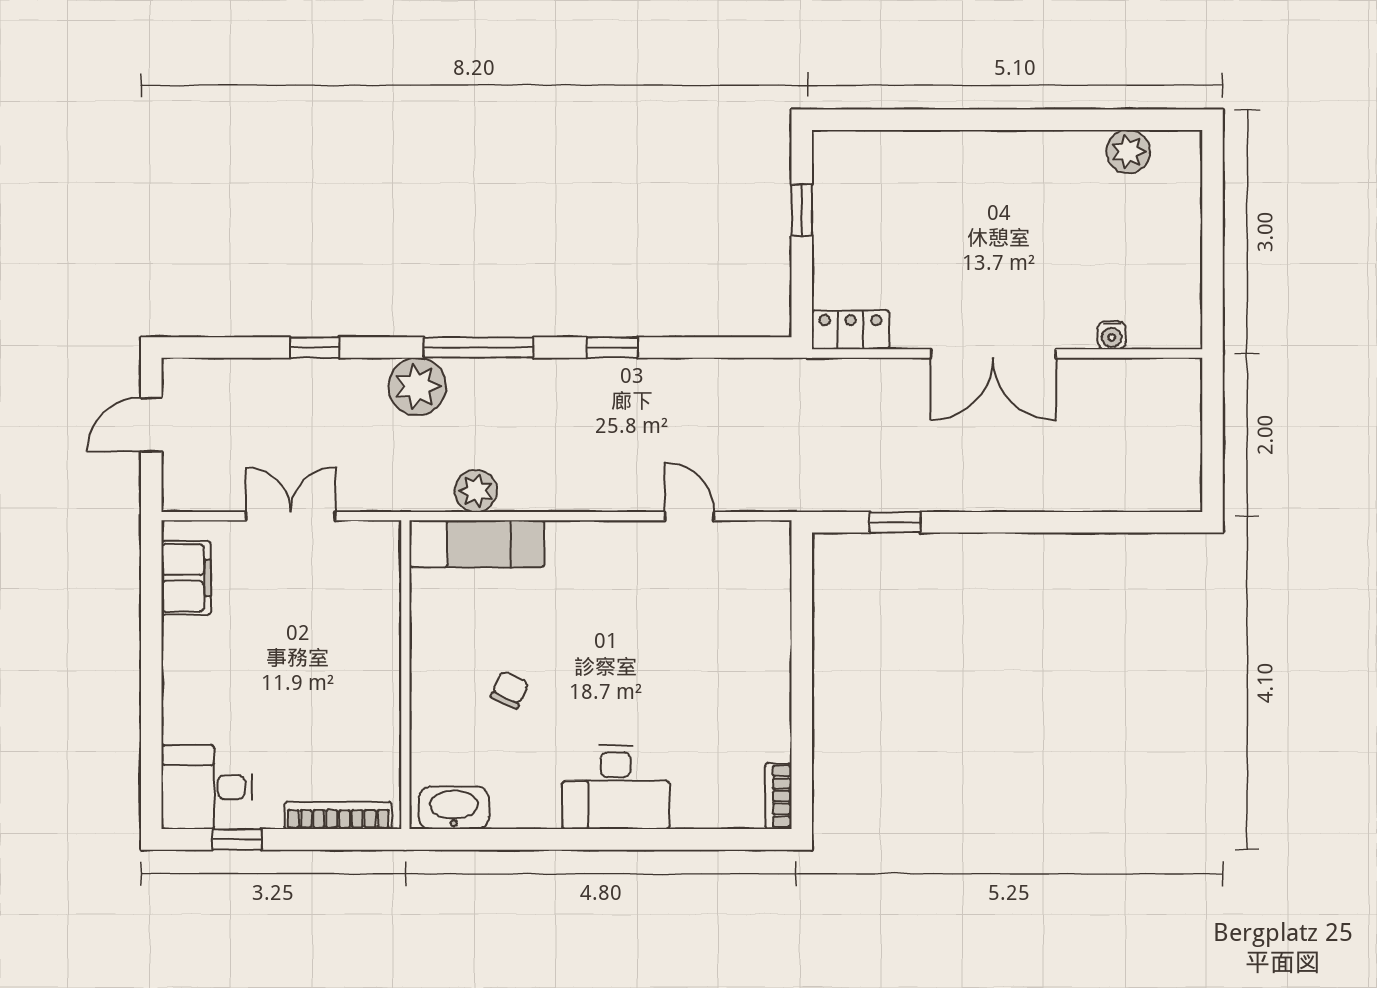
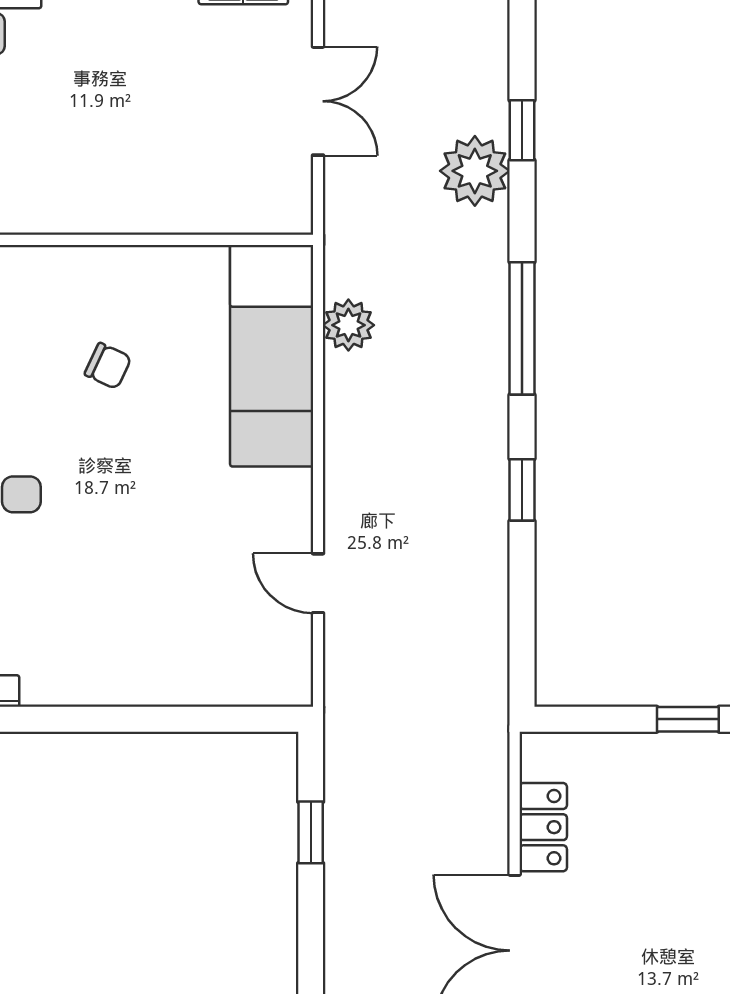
locker: (851, 330) -> (543, 827), moved
plant: (417, 386) -> (475, 171), moved
door: (689, 516) -> (318, 583), swing flipped
exam couch: (477, 544) -> (272, 356), width x1.36, depth x1.45

